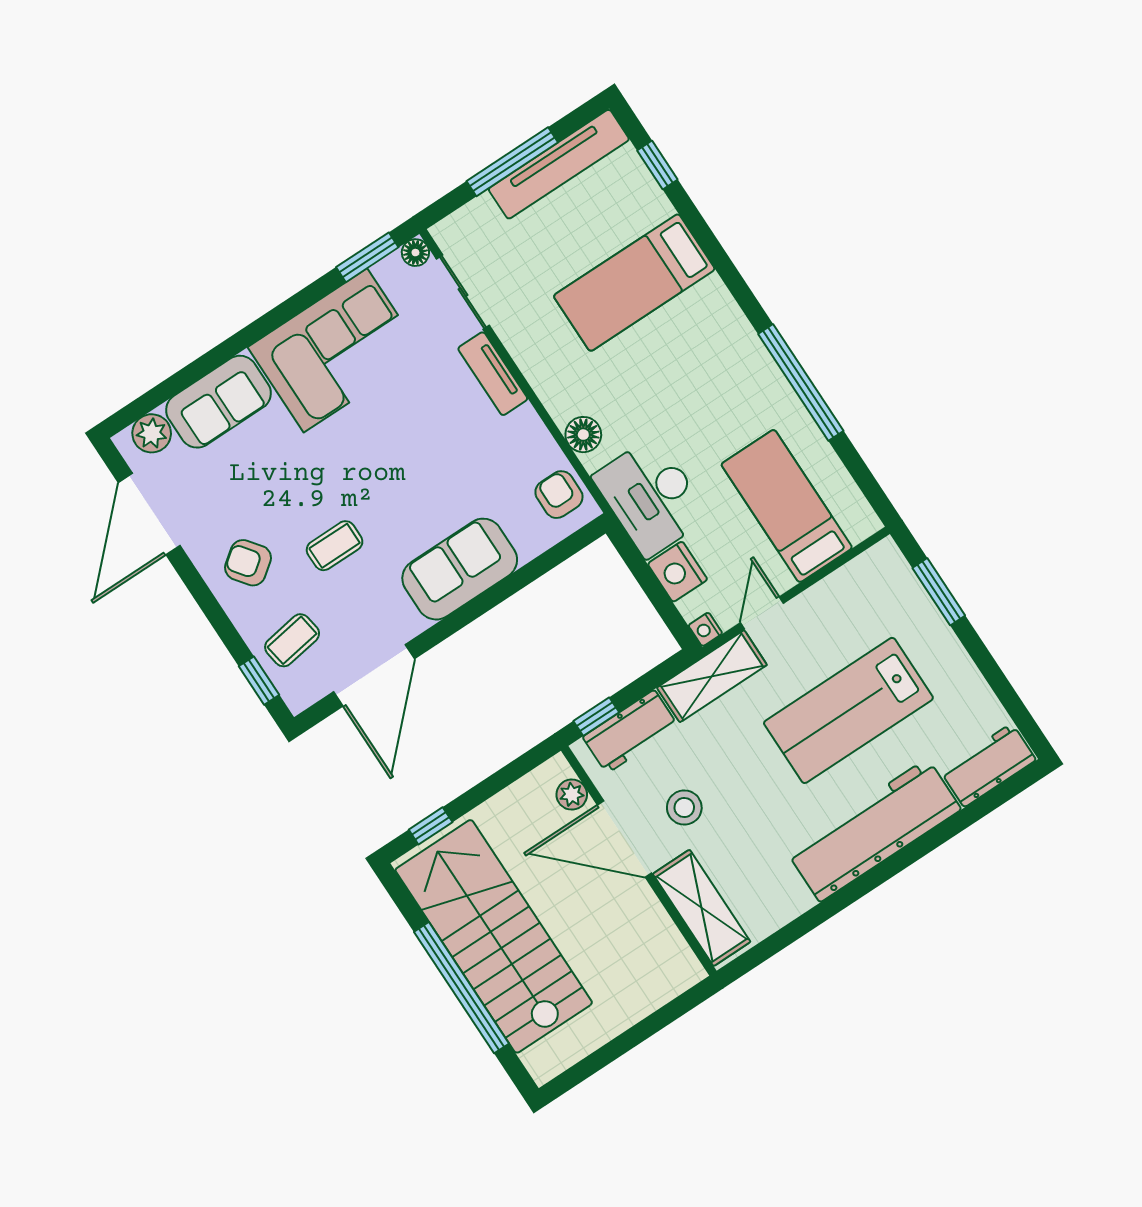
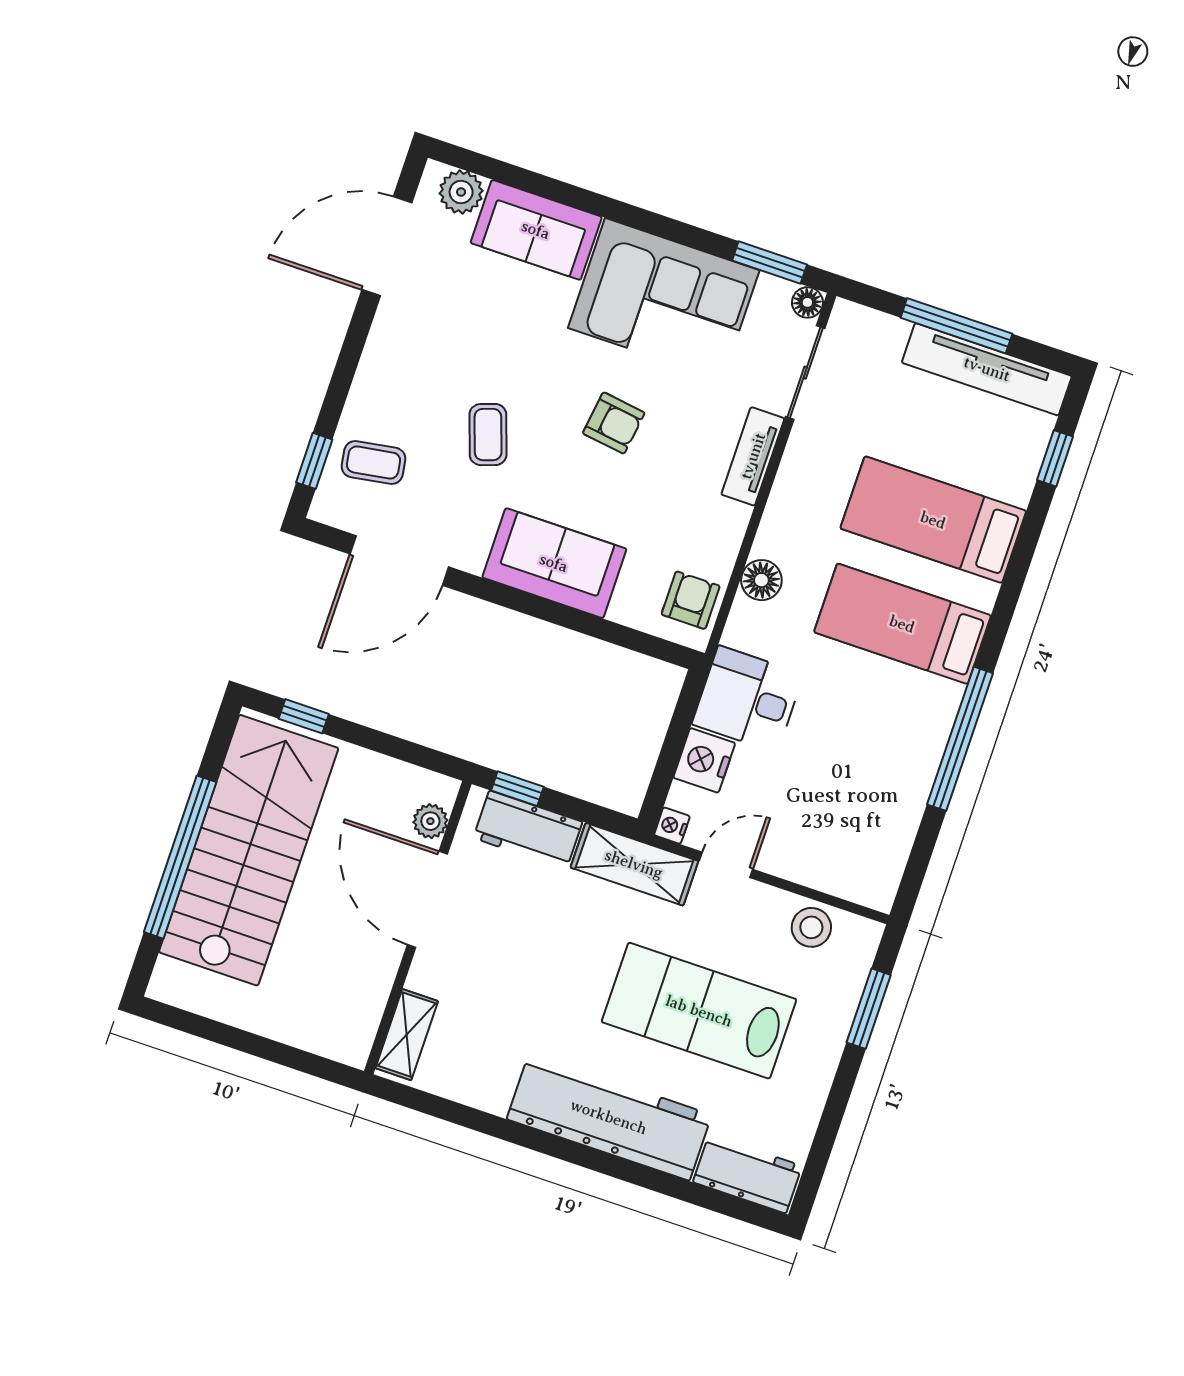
desk: (651, 497) -> (748, 699), width x0.73
bed: (787, 506) -> (902, 624), moved, turned -90
coffee table: (335, 546) -> (488, 435), turned 71
armchair: (248, 563) -> (614, 423), moved, turned 135
stool: (684, 808) -> (811, 927), moved
shelving: (702, 908) -> (407, 1035), width x0.67, depth x0.75

